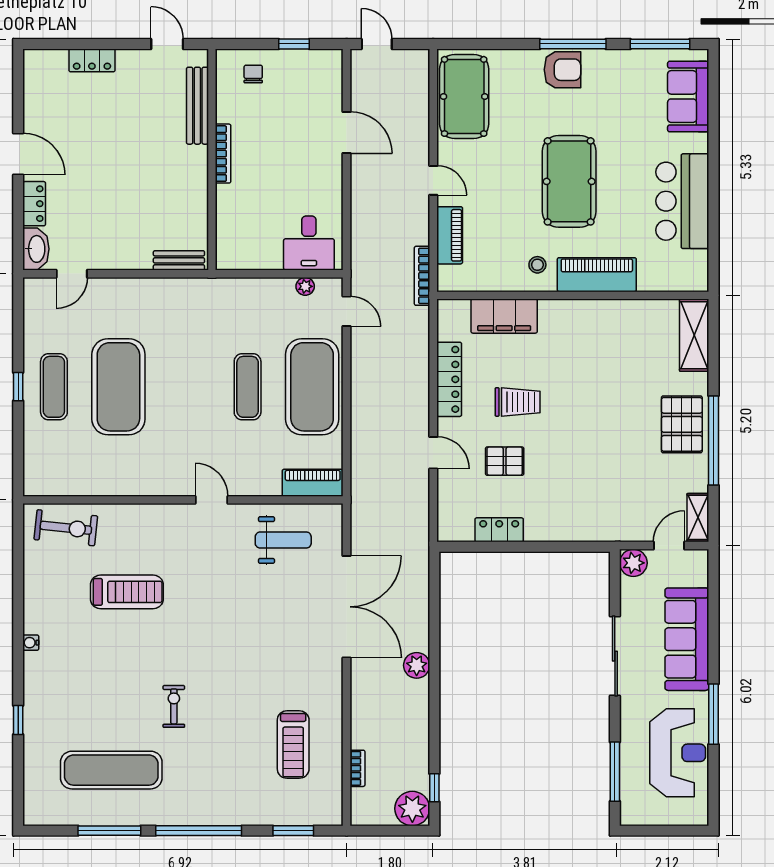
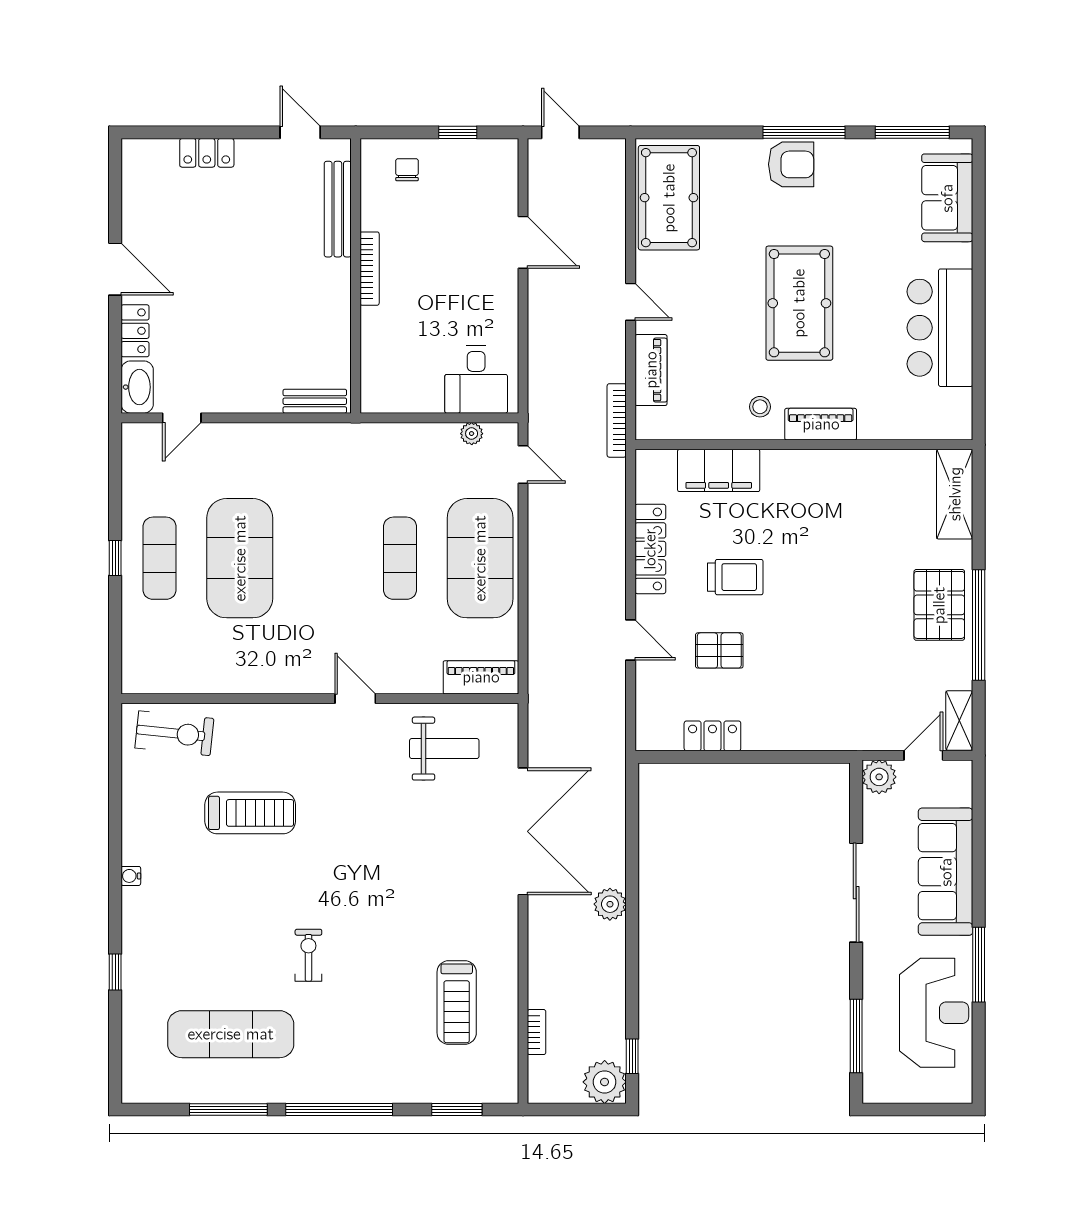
piano: (597, 275) -> (821, 424), width x0.73, depth x0.75

